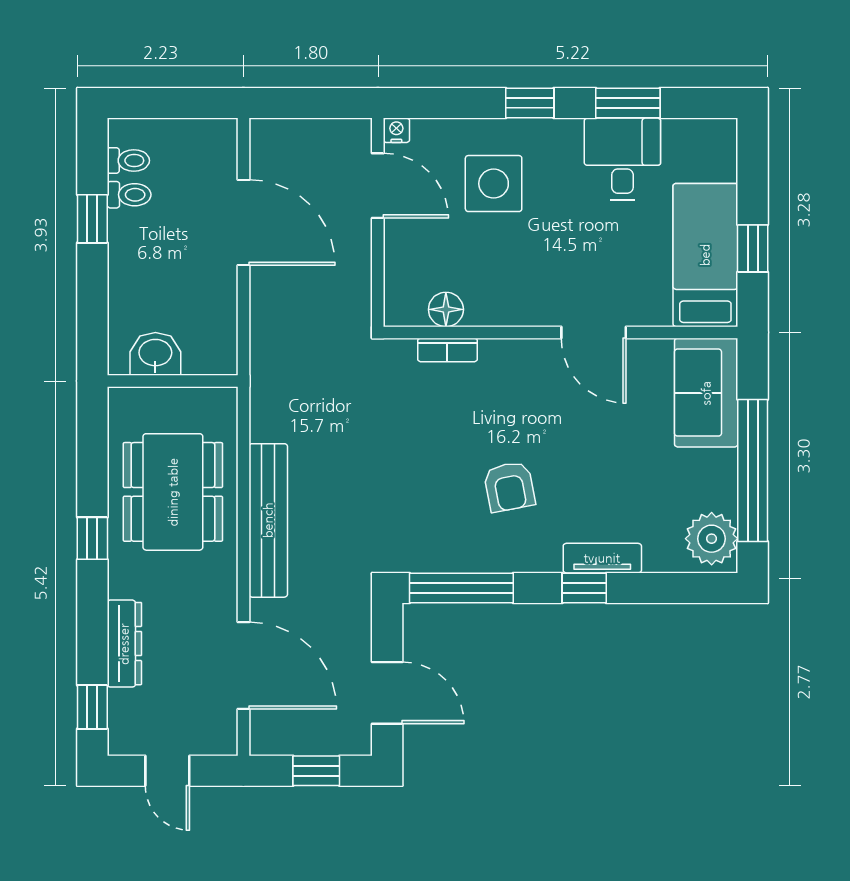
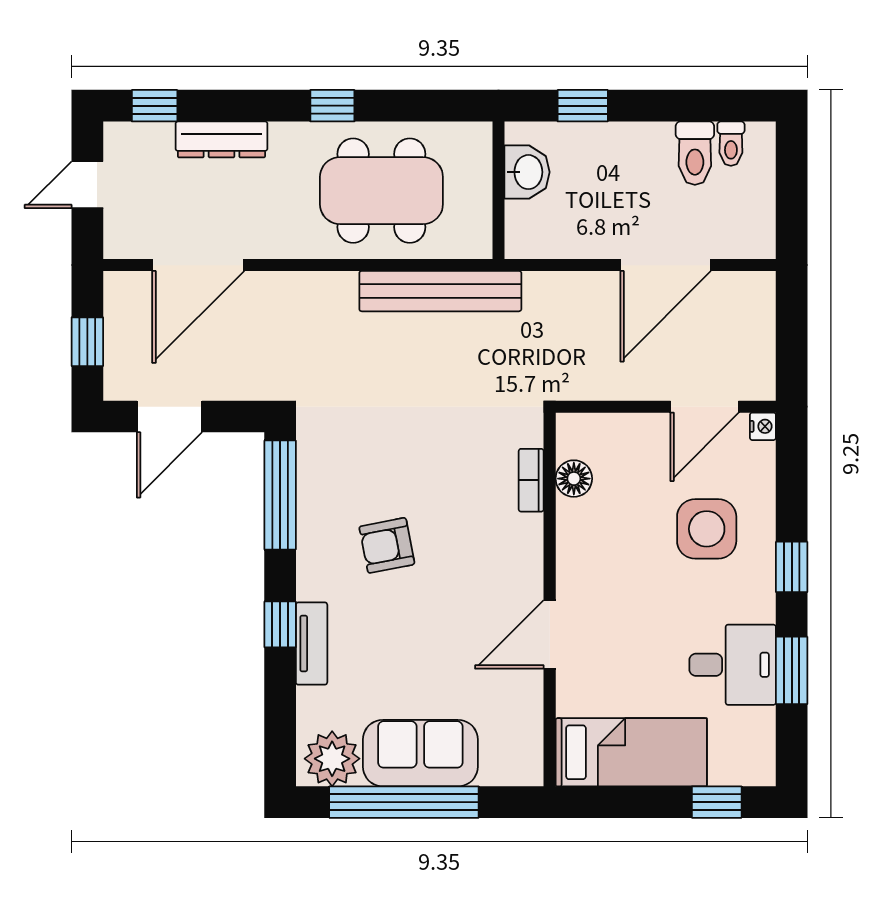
toilet: (129, 195) -> (695, 153), width x1.37, depth x1.39
window: (92, 219) -> (583, 106), moved
window: (753, 248) -> (717, 802), moved
sofa: (706, 393) -> (420, 753), moved
bench: (268, 520) -> (440, 291), moved

